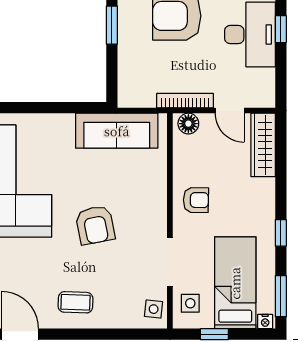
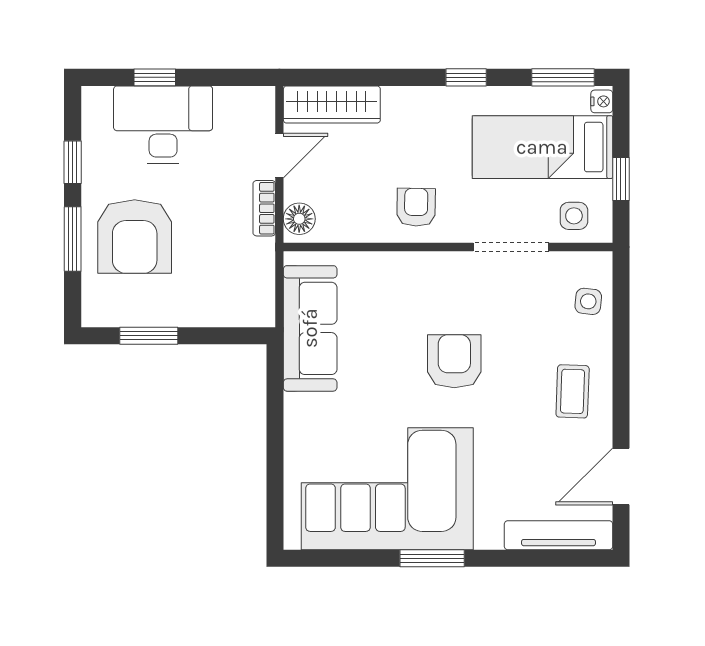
bookcase: (185, 101) -> (264, 208), width x0.64
armchair: (95, 225) -> (454, 361), turned -79
side table: (154, 309) -> (588, 301), moved

